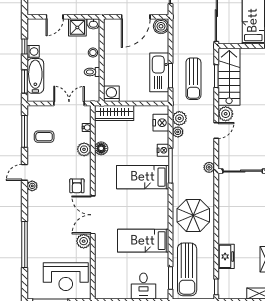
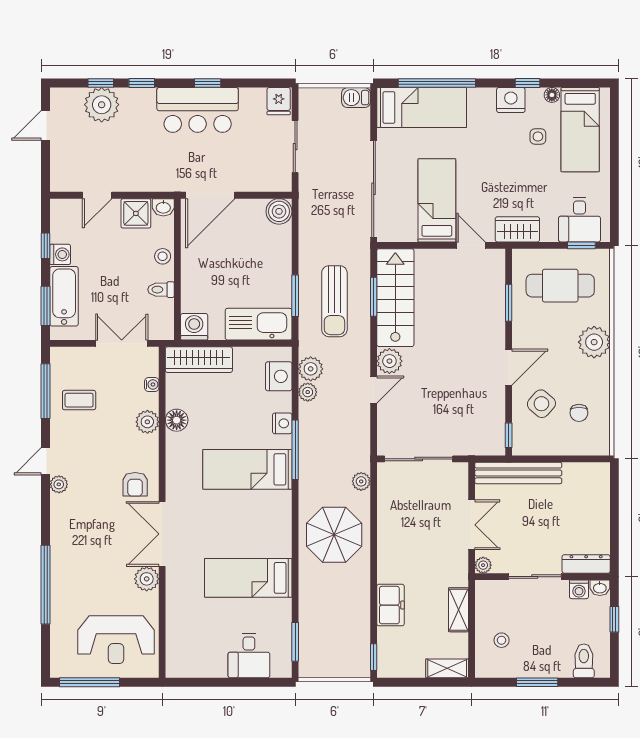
door: (136, 17) -> (210, 195), moved
kitchen sink: (159, 72) -> (259, 324), moved, turned 90
plant: (209, 167) -> (361, 481), moved
sun lounger: (187, 269) -> (323, 627), removed

